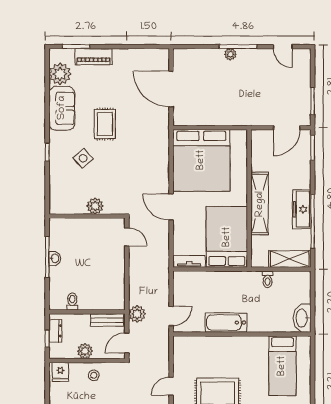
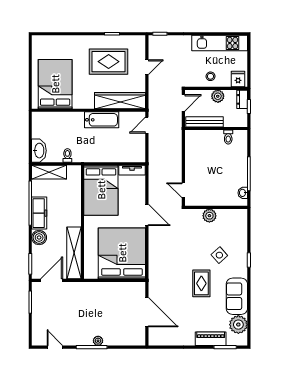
boiler: (302, 180) -> (39, 237), added
shelving: (260, 204) -> (74, 253), moved
washbasin: (55, 258) -> (243, 193), moved
plant: (137, 314) -> (175, 127), removed
washbasin: (302, 318) -> (39, 151), moved
bench: (107, 320) -> (205, 122), width x1.36
dresser: (55, 331) -> (242, 99), moved
wardrobe: (204, 346) -> (120, 101), added
bed: (282, 366) -> (55, 84), width x1.50

